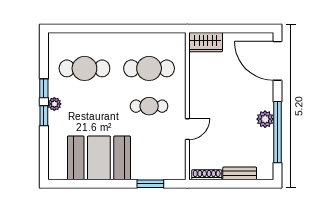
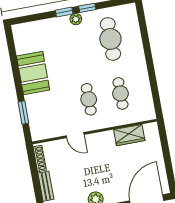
wardrobe: (206, 42) -> (129, 135), moved, turned -90
cafe table: (149, 68) -> (120, 93), width x0.73, depth x0.74
booth: (99, 158) -> (33, 73), width x0.73, depth x0.70

